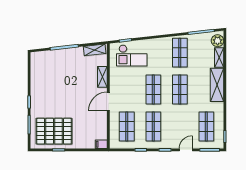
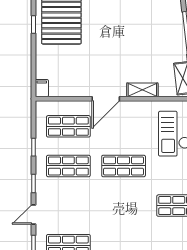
shop shelf: (180, 90) -> (124, 206), removed
door: (108, 101) -> (106, 99), swing flipped
door: (186, 150) -> (33, 214), swing flipped

